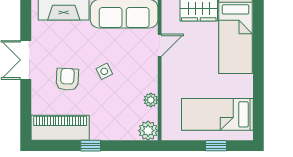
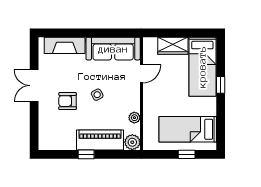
window: (258, 59) -> (221, 85), added
armchair: (67, 79) -> (68, 101), turned -93
piano: (60, 128) -> (100, 140), moved

